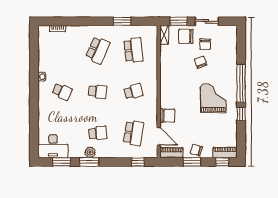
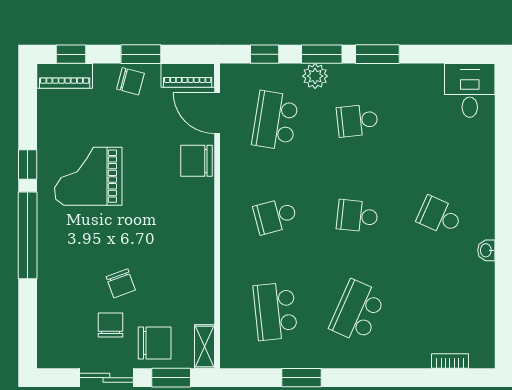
grand piano: (213, 98) -> (88, 176), moved, turned 90
desk: (53, 146) -> (470, 90), width x0.73
plant: (90, 152) -> (315, 76), moved
window: (62, 162) -> (322, 54), moved

